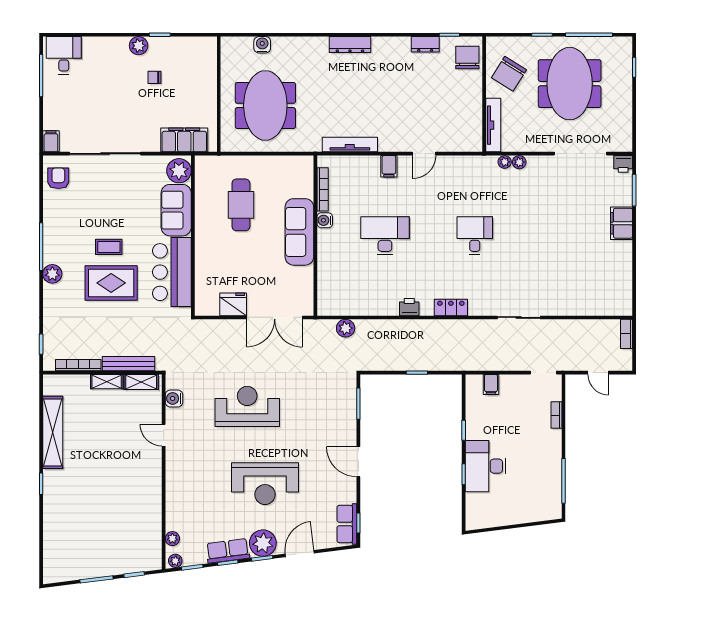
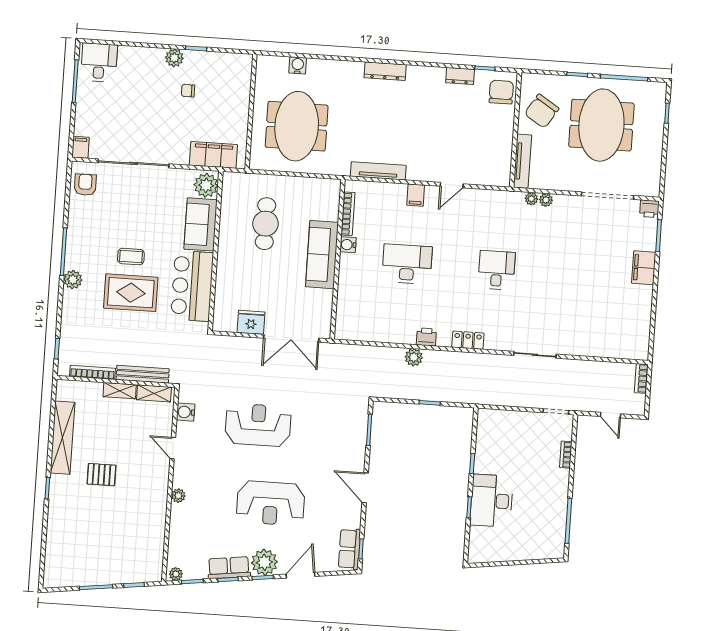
plant: (346, 328) -> (414, 357), moved
filing cabinet: (491, 384) -> (503, 420), removed
pallet: (94, 467) -> (101, 475), added
plant: (172, 539) -> (178, 496), moved

